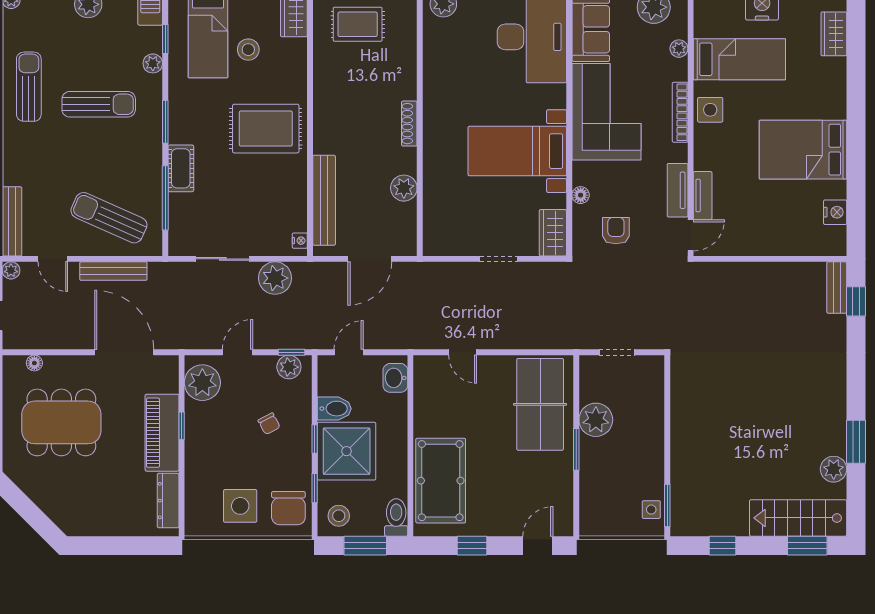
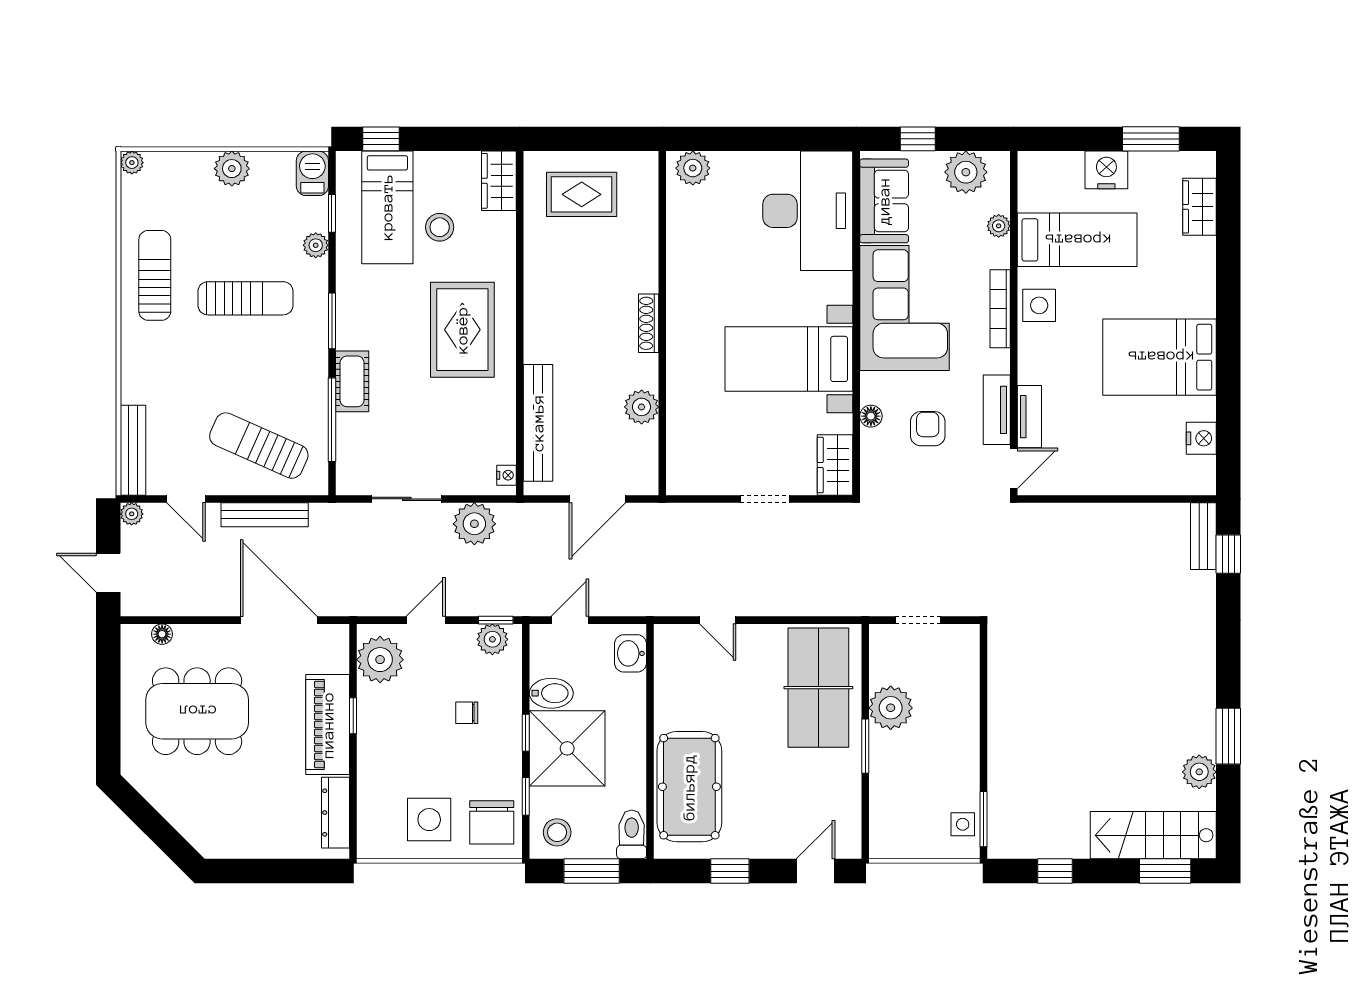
rug: (266, 129) -> (462, 330), turned 90
armchair: (616, 231) -> (928, 429), moved
chair: (269, 424) -> (467, 713), turned 118

